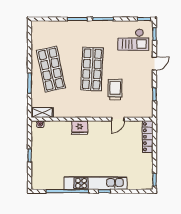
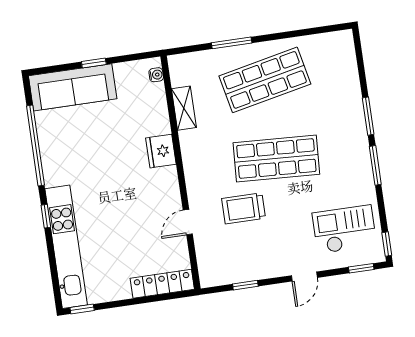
checkout: (133, 40) -> (344, 229), turned 90
door: (154, 64) -> (304, 277), hinge flipped
trolley: (115, 90) -> (244, 208), turned 180
shelving: (42, 113) -> (184, 108), moved
door: (118, 119) -> (188, 222), hinge flipped
sofa: (40, 168) -> (73, 87), added
kitchen unit: (95, 183) -> (66, 247), moved

